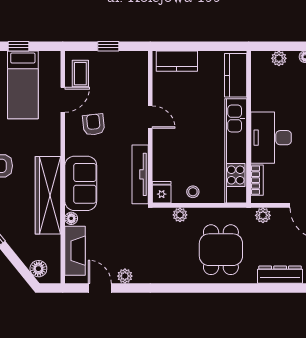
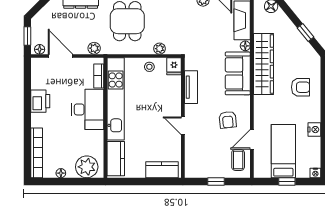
plant: (279, 58) -> (87, 167), width x1.88, depth x1.88
tv unit: (140, 174) -> (191, 87), width x0.71

